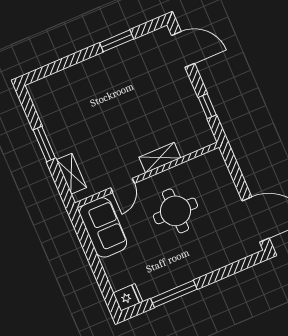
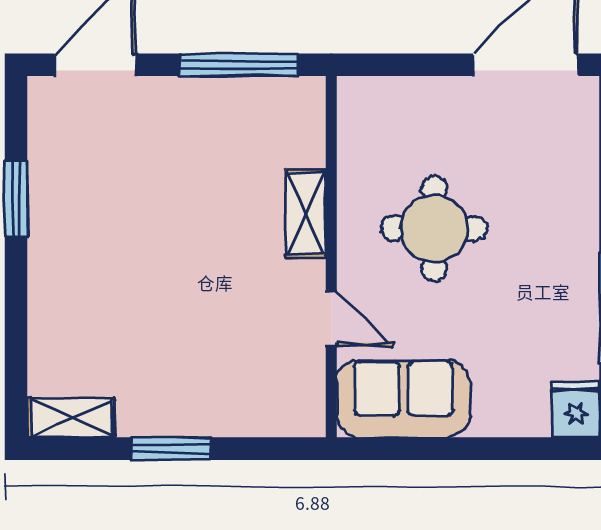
window: (207, 106) -> (239, 65), width x2.17
shelving: (71, 174) -> (71, 418), moved

